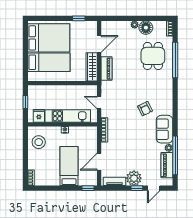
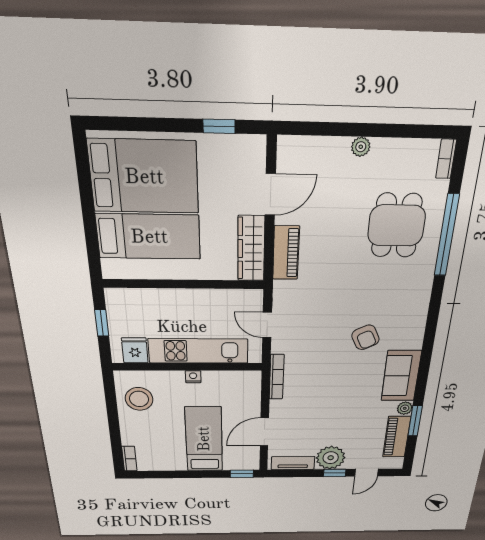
floor lamp: (146, 28) -> (388, 155), removed
window: (175, 155) -> (415, 421), width x0.47

